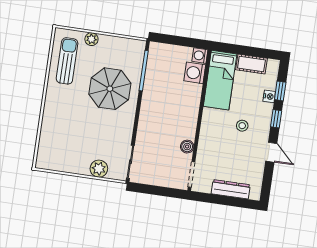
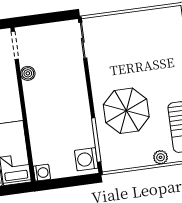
washing machine: (195, 73) -> (86, 159), moved, turned 180
plant: (99, 169) -> (114, 24), removed

